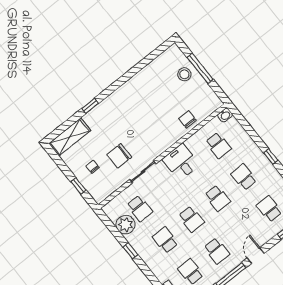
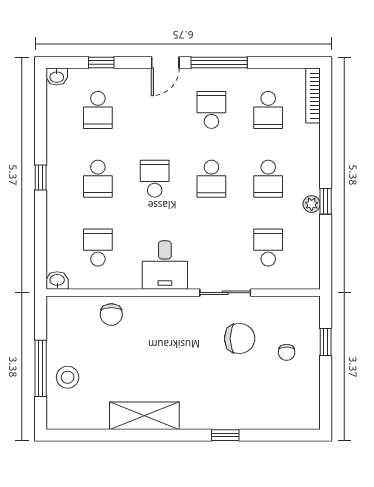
shelving: (70, 137) -> (144, 416), moved
school desk: (191, 219) -> (211, 179), turned 180
plant: (126, 225) -> (312, 204), moved, width x0.53, depth x0.53

